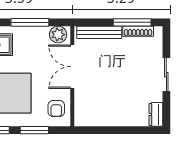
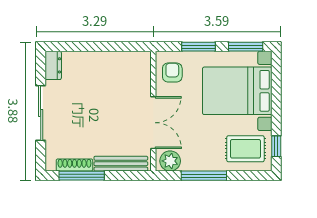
sliding door: (166, 75) -> (41, 113), width x1.37

